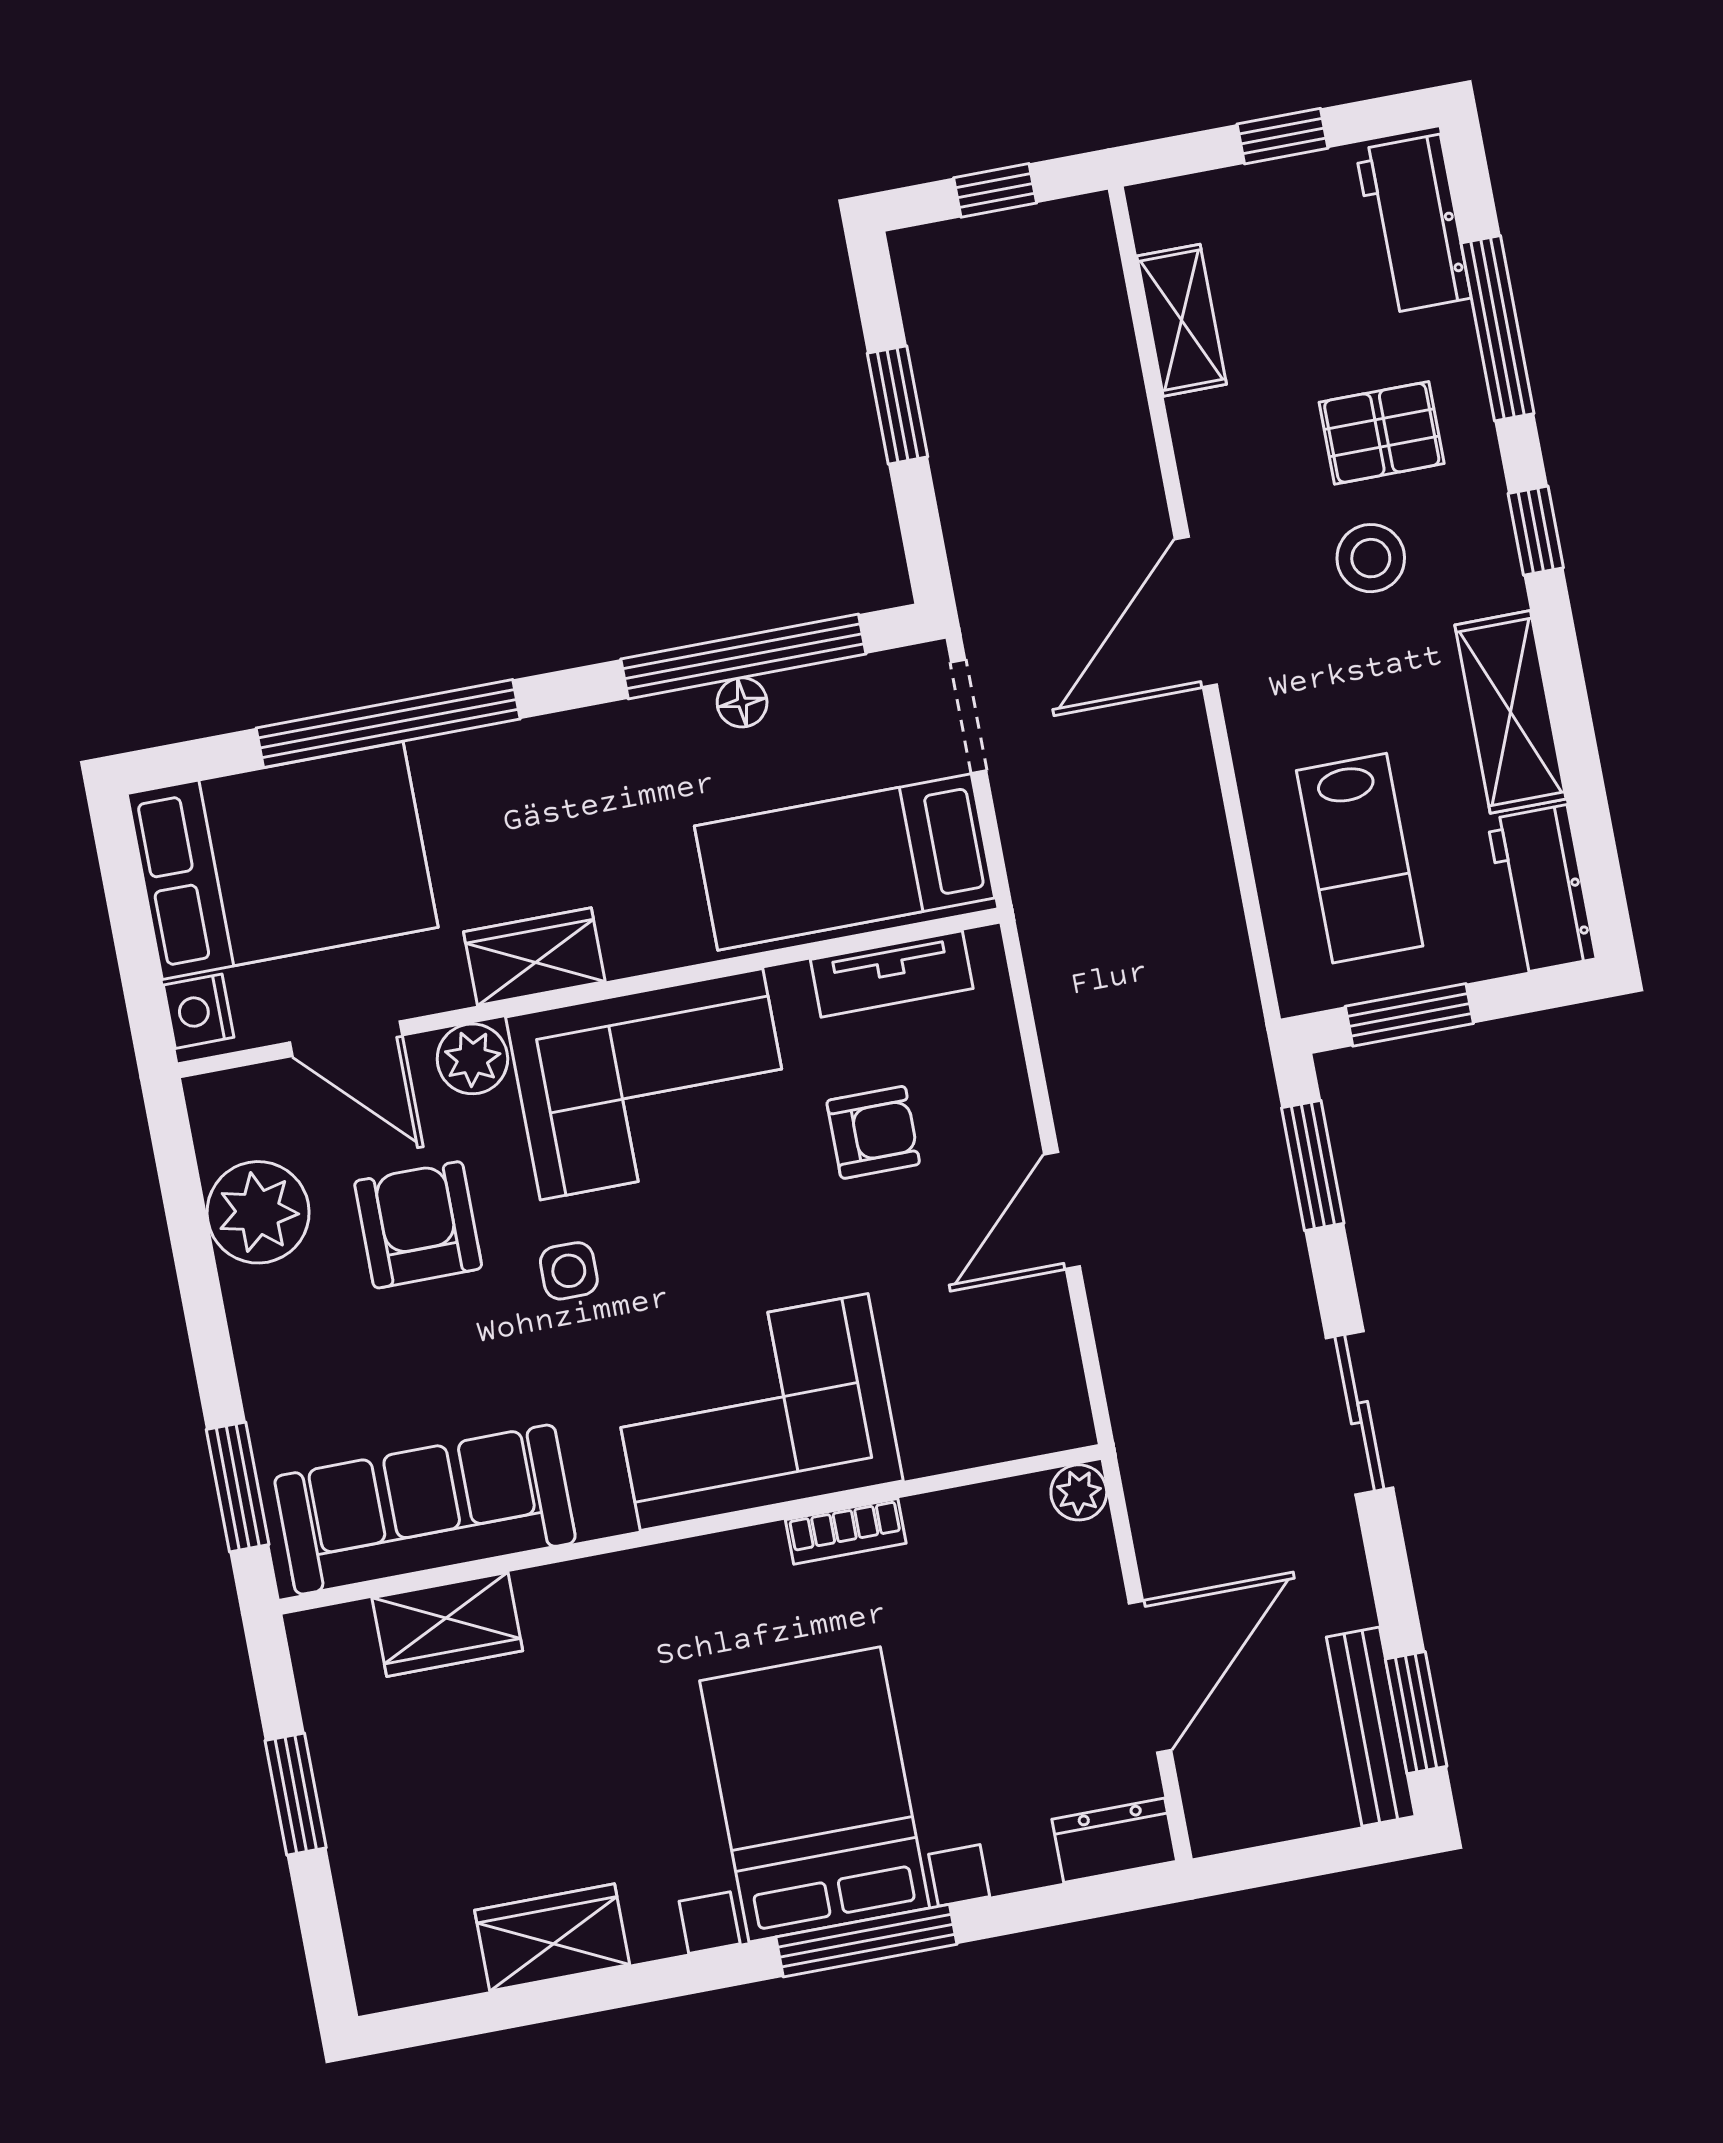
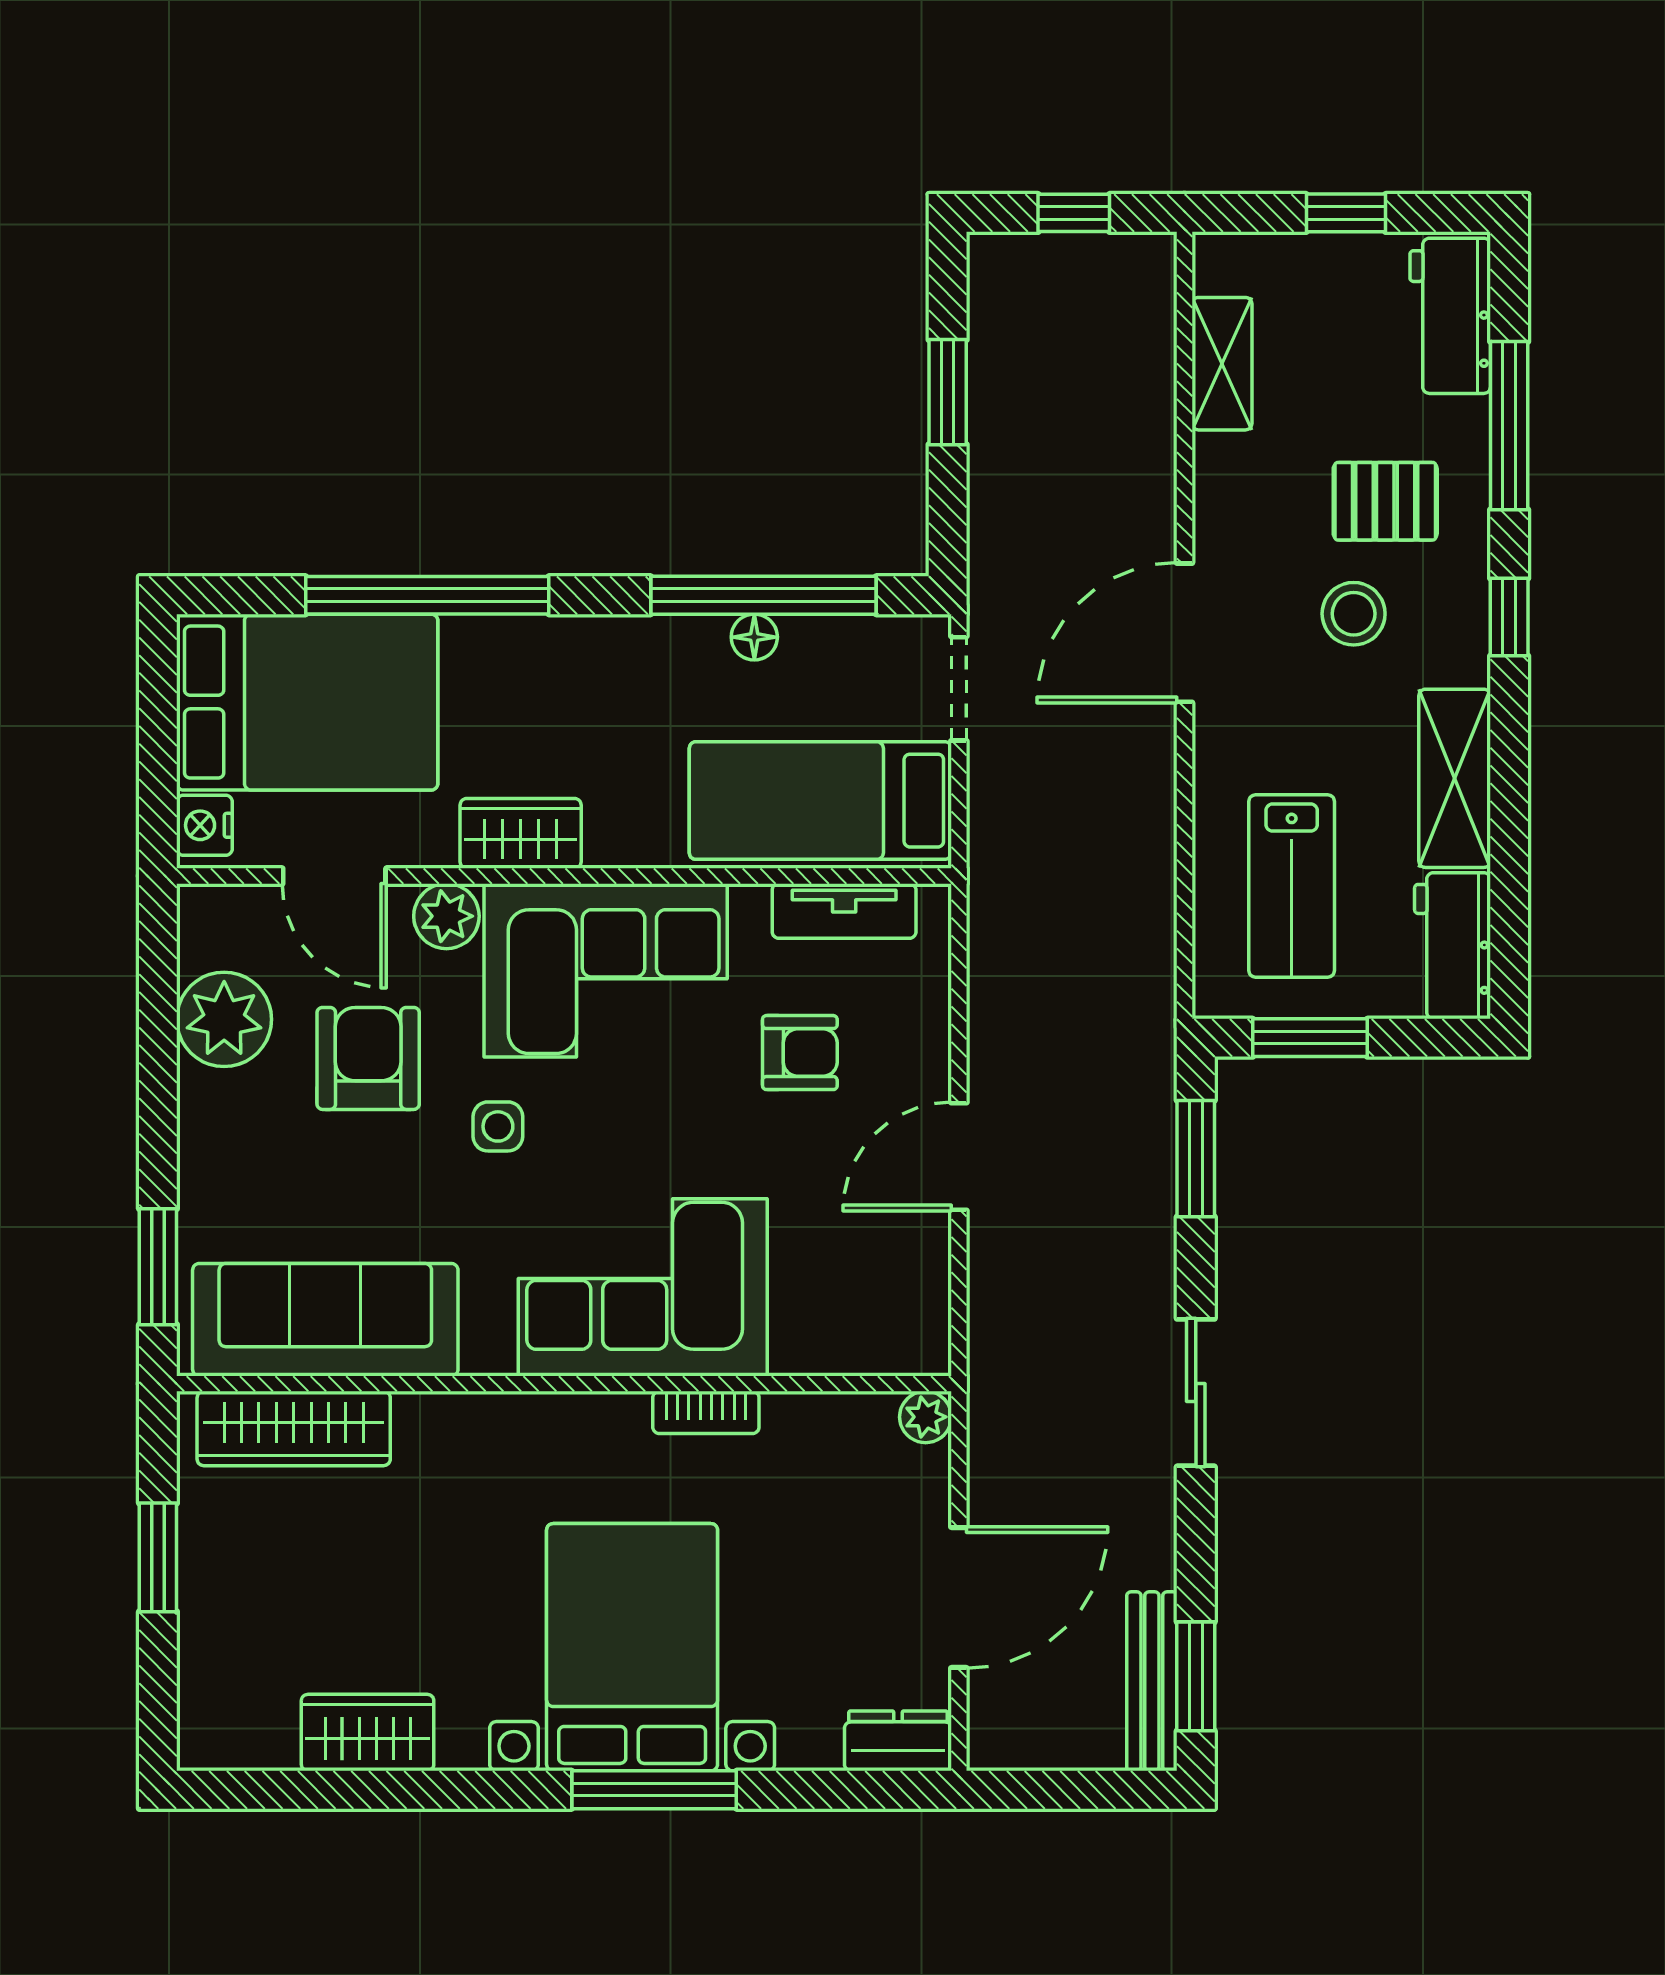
wardrobe: (447, 1624) -> (294, 1428), width x1.50

